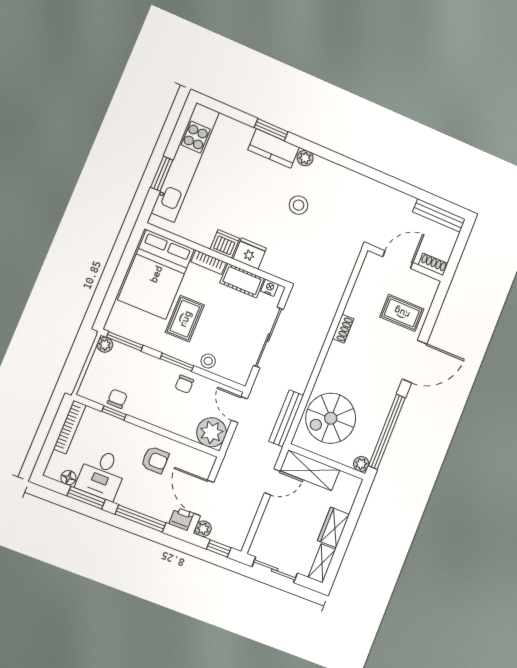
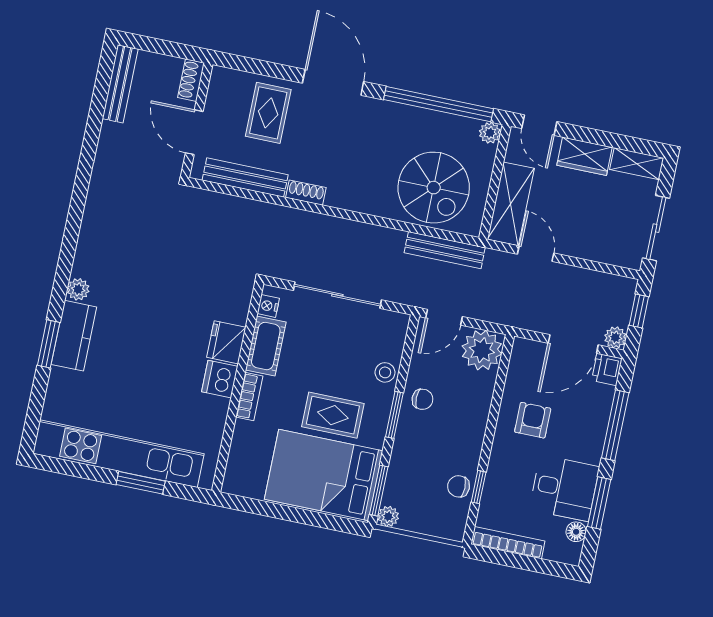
stool: (299, 205) -> (146, 287), removed
bed: (156, 274) -> (324, 475), moved, turned 180
bench: (361, 289) -> (245, 177), added
door: (360, 499) -> (539, 125), added

